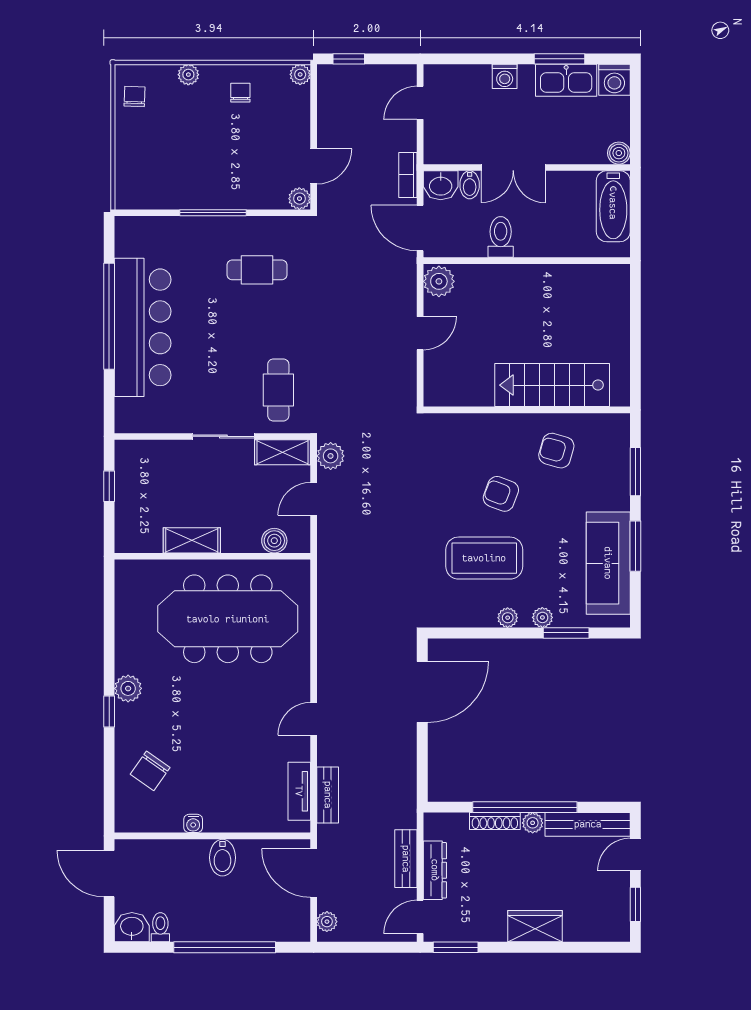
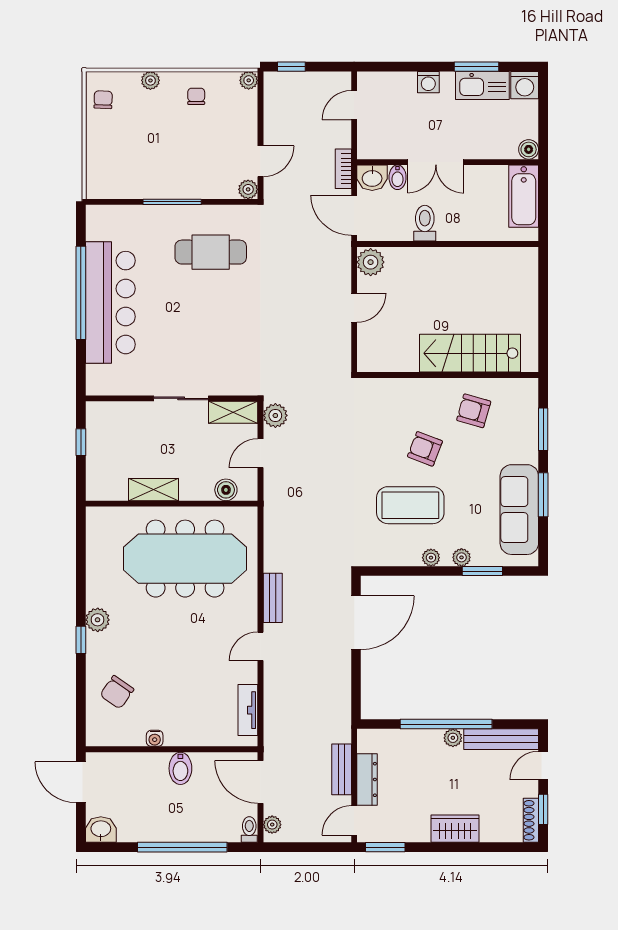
cafe table: (257, 270) -> (211, 252), width x1.37, depth x1.35
cafe table: (278, 390) -> (229, 358), removed
bench: (328, 795) -> (273, 598), moved
shoe rack: (495, 821) -> (531, 820), moved, turned 90
toilet: (160, 927) -> (249, 830), moved

